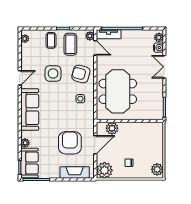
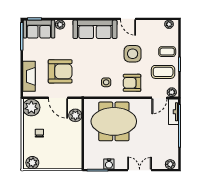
water cooler: (158, 48) -> (109, 164), moved
armchair: (81, 74) -> (132, 83), turned -105

